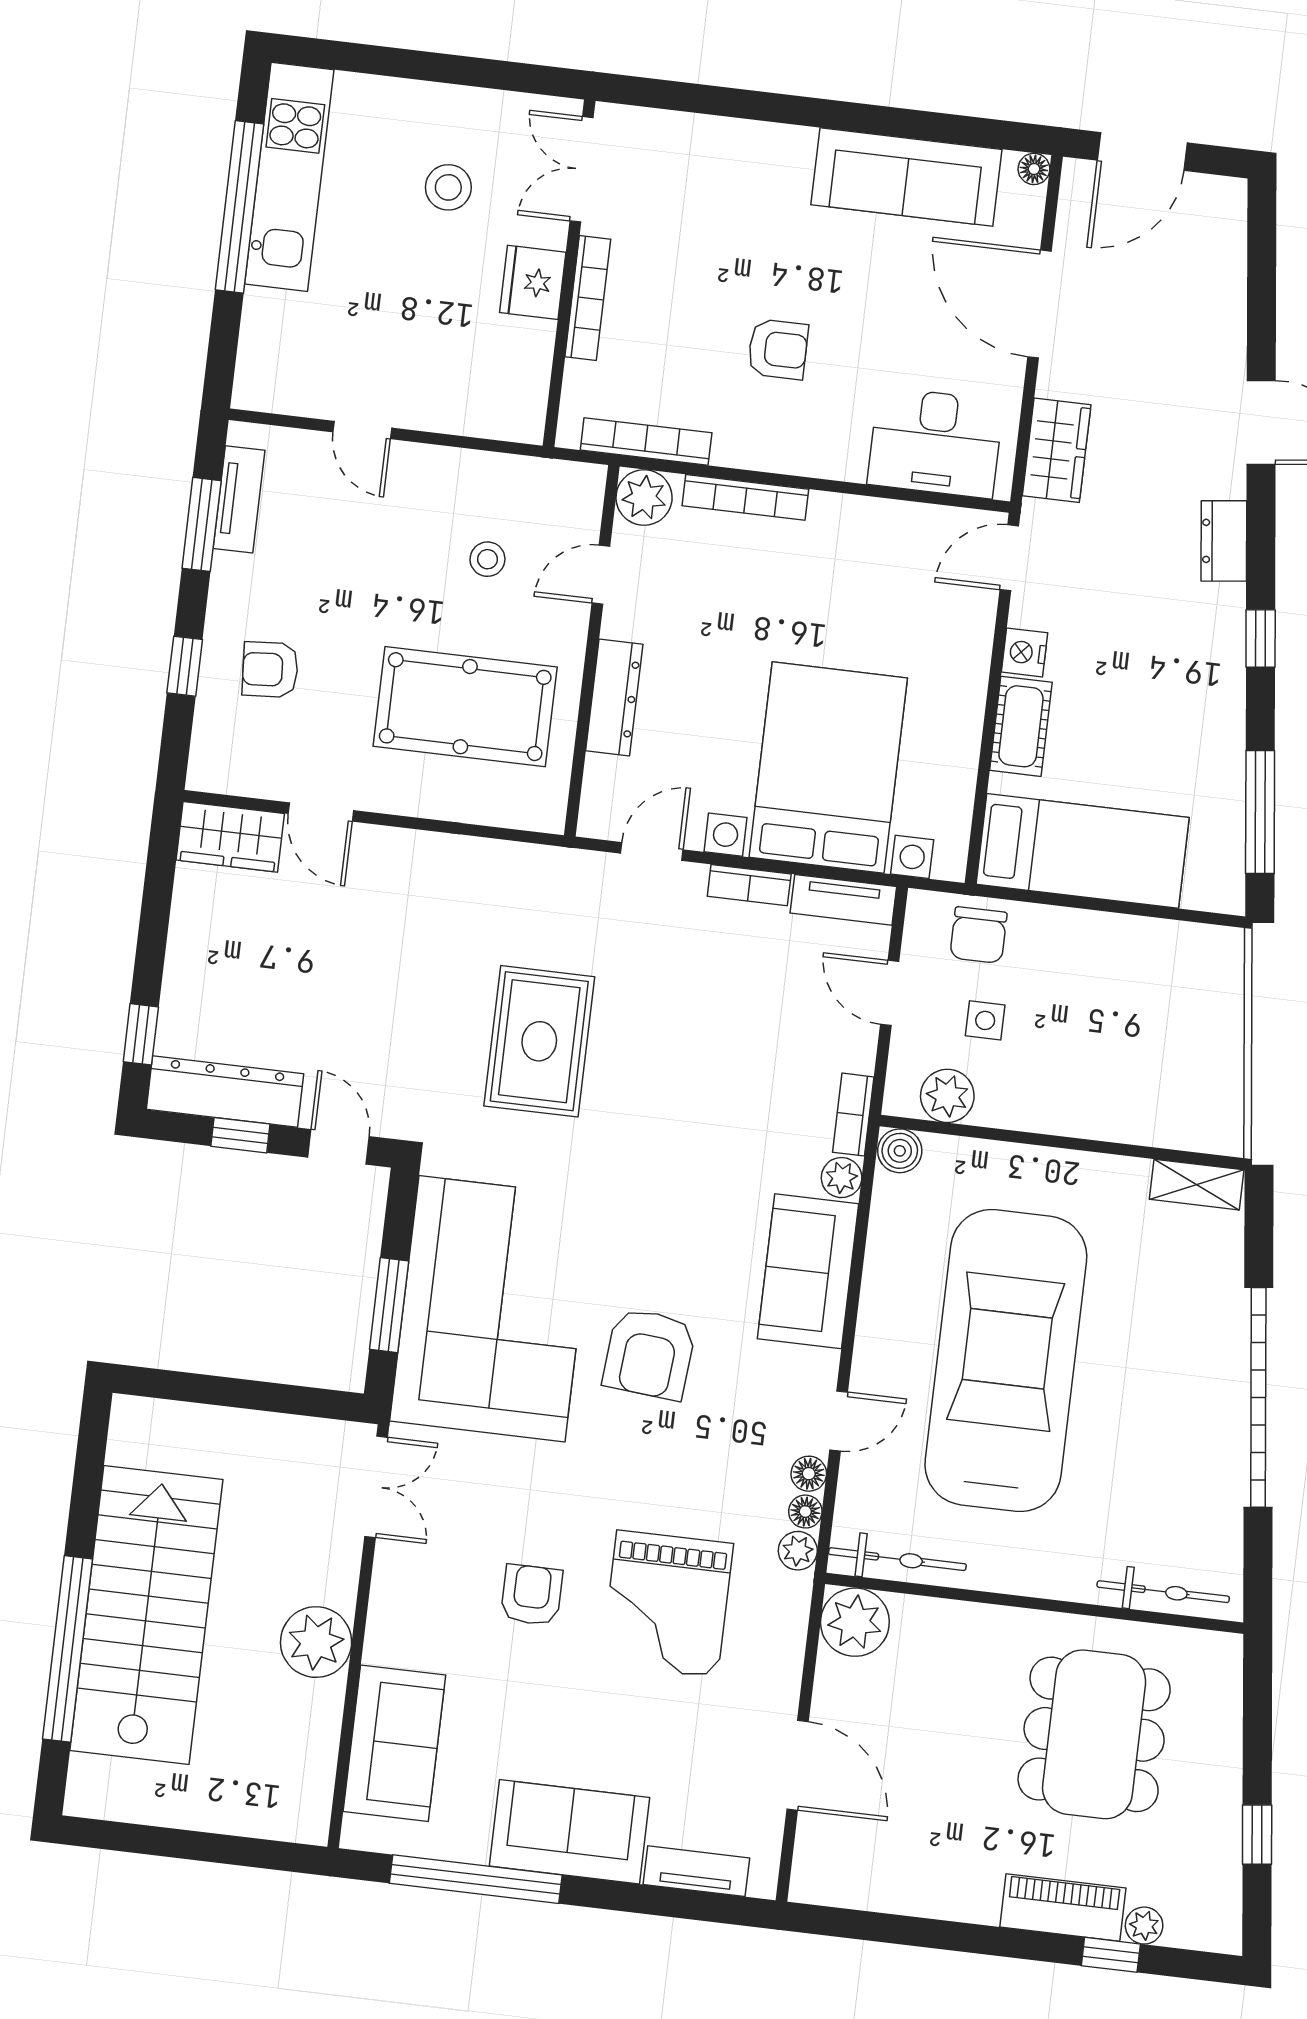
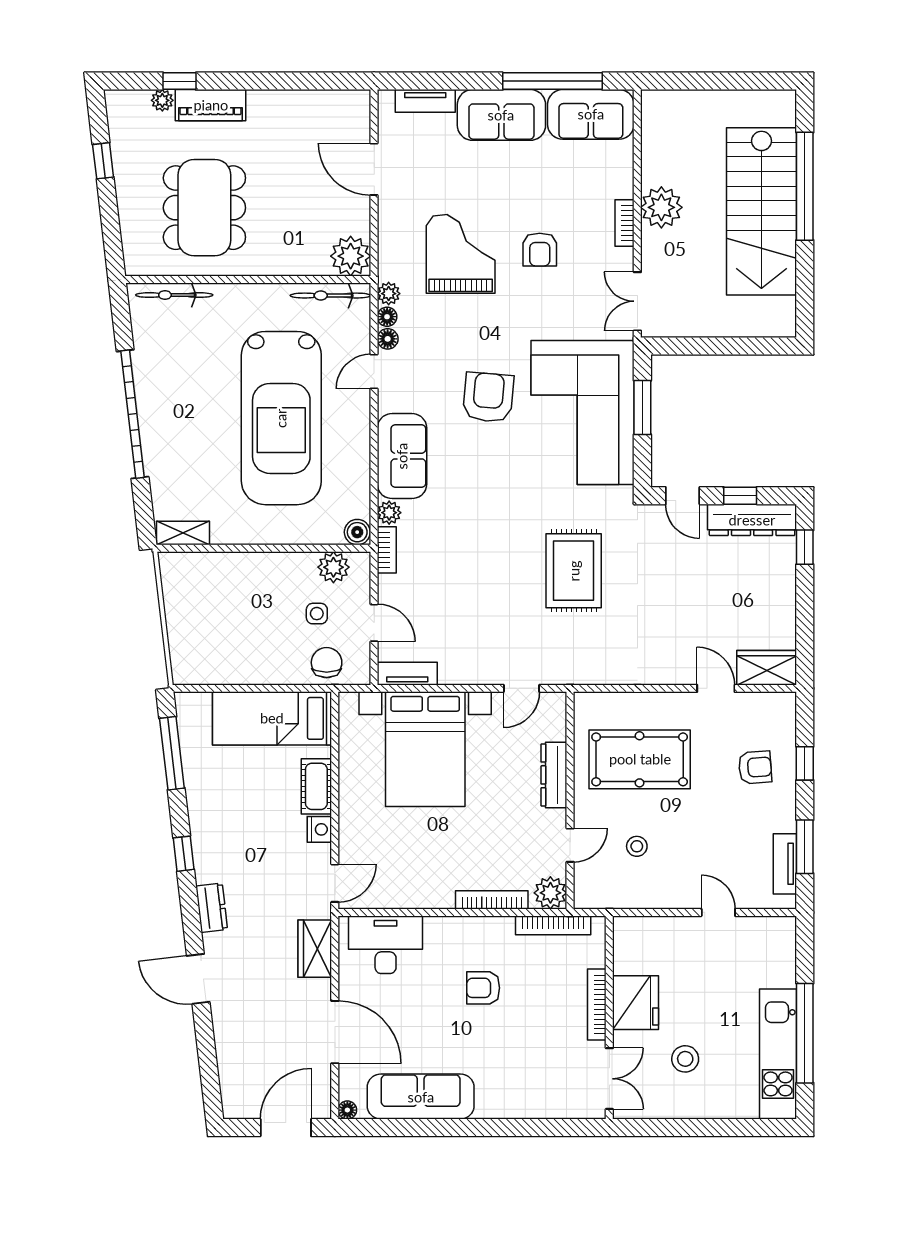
fridge: (533, 282) -> (636, 1003), width x1.36, depth x1.34
bookcase: (749, 885) -> (625, 223), moved, turned -90
sofa: (394, 1743) -> (591, 114), moved, turned -90

